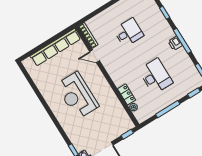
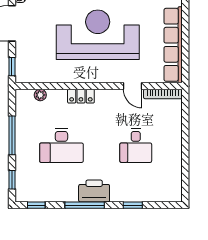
printer: (175, 43) -> (94, 191), width x1.87, depth x1.48
door: (95, 56) -> (133, 86), swing flipped
locker: (127, 94) -> (81, 96), moved
reception desk: (77, 95) -> (98, 35), width x1.36, depth x1.30

